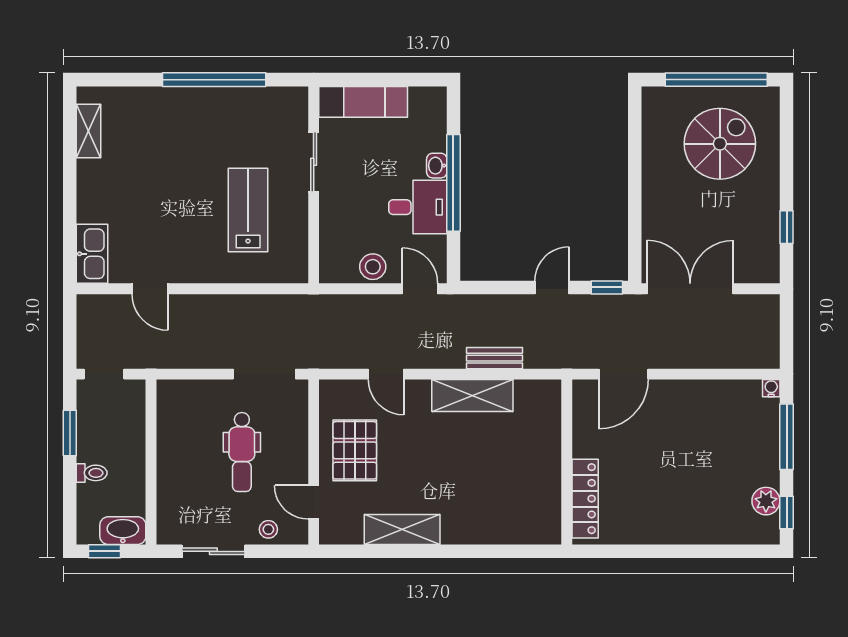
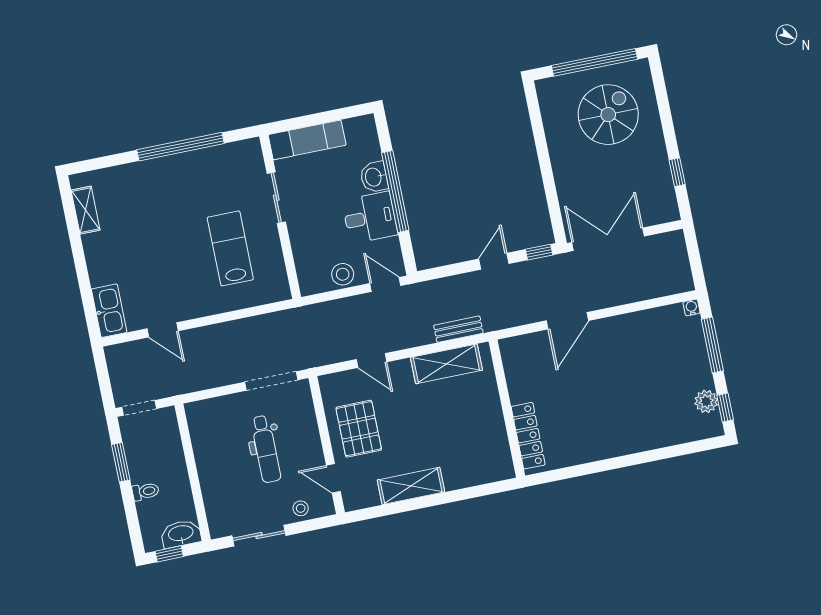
washbasin: (437, 166) -> (374, 177), width x1.38, depth x1.45
wall: (567, 462) -> (507, 409), moved
locker: (585, 499) -> (528, 436), moved

